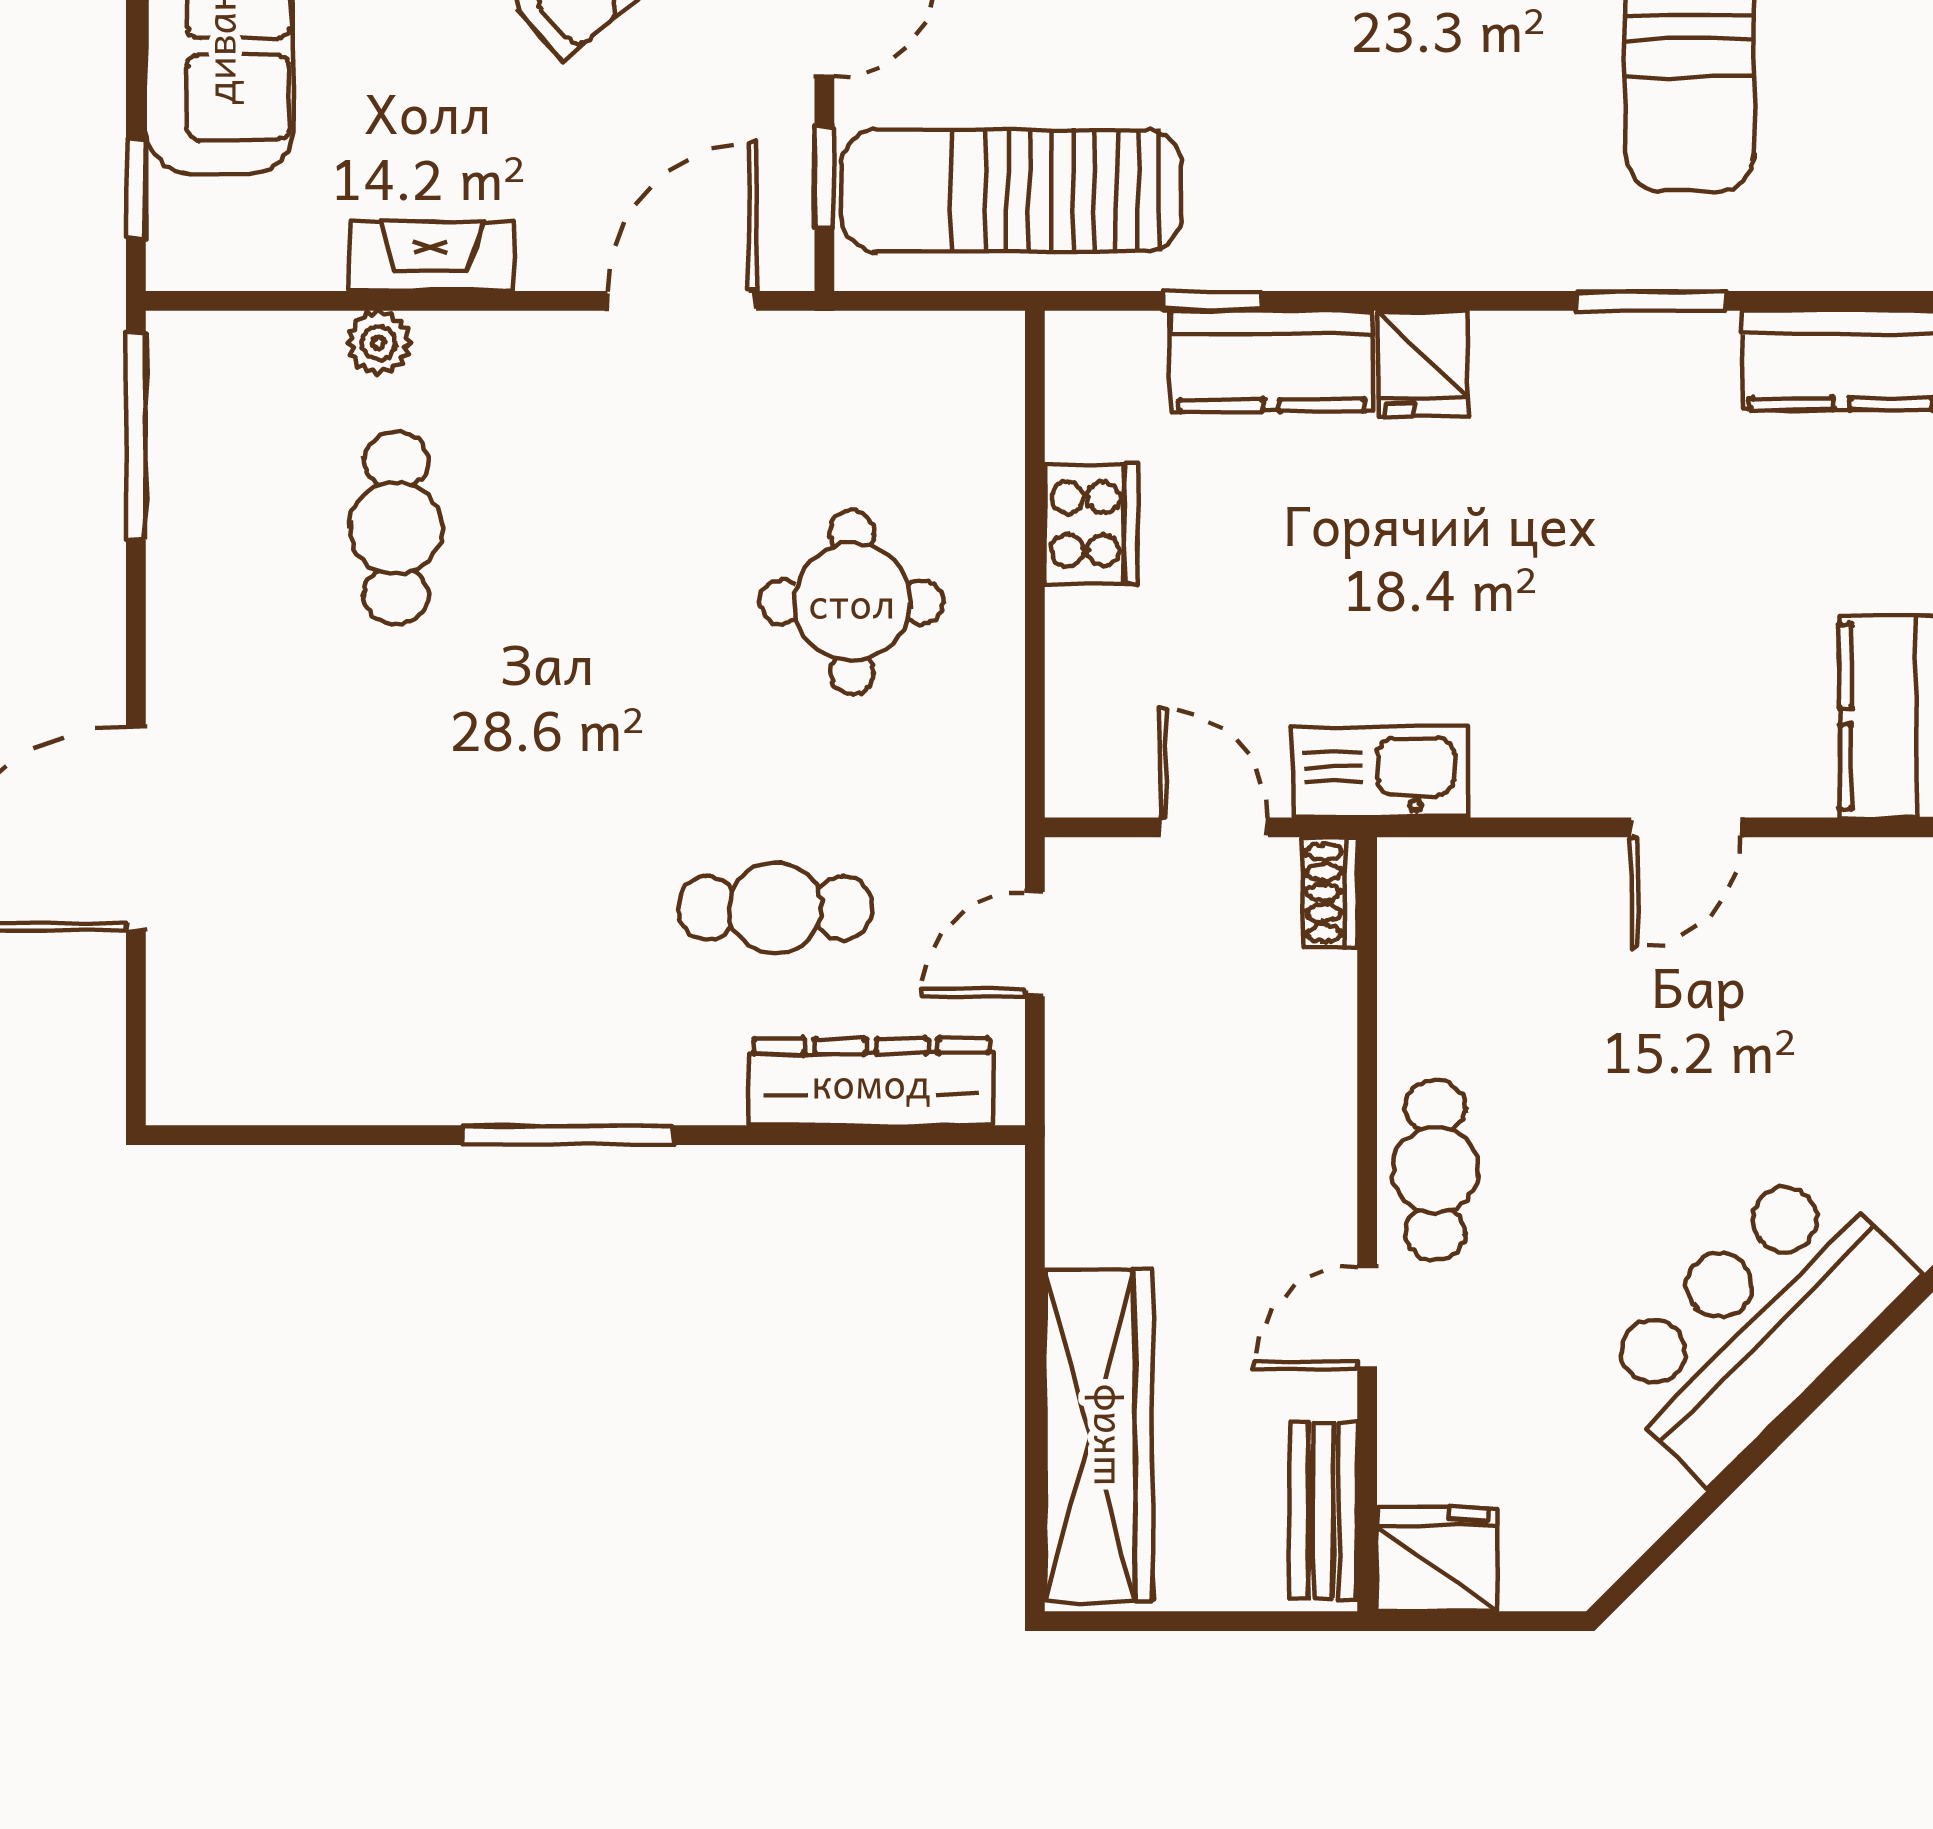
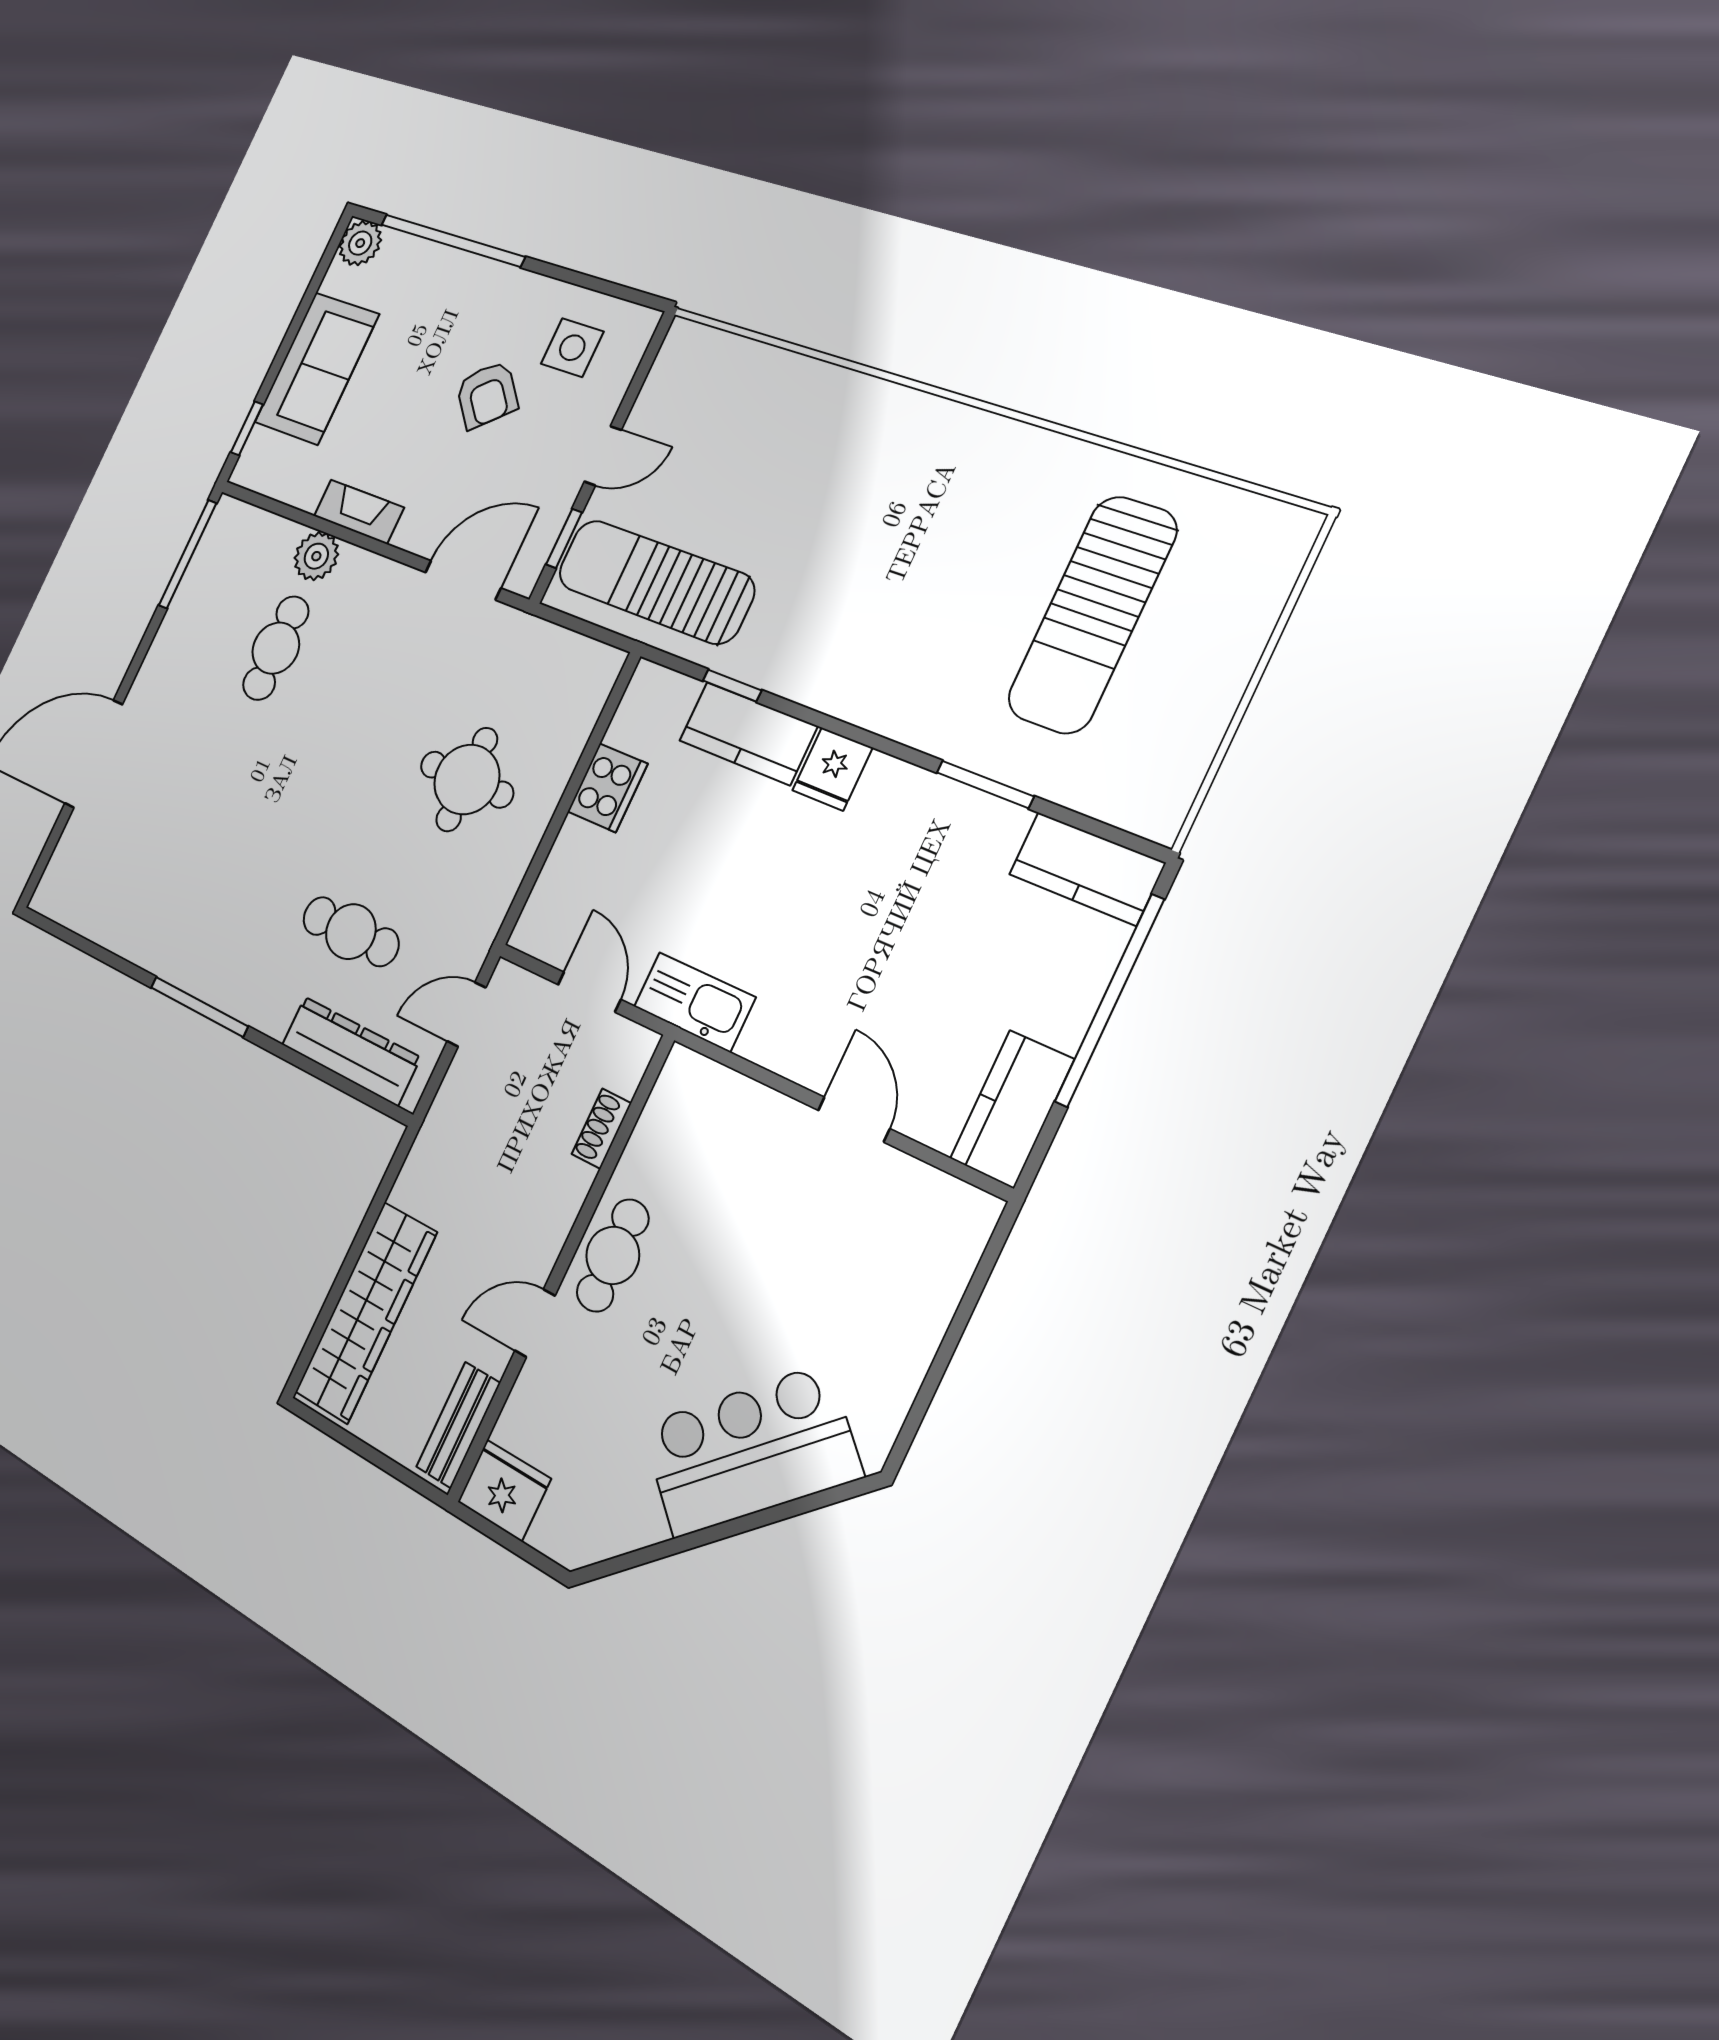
plant: (379, 343) -> (316, 556), width x1.38, depth x1.38
door: (1686, 827) -> (854, 1119), swing flipped
shoe rack: (1330, 893) -> (602, 1129), moved

